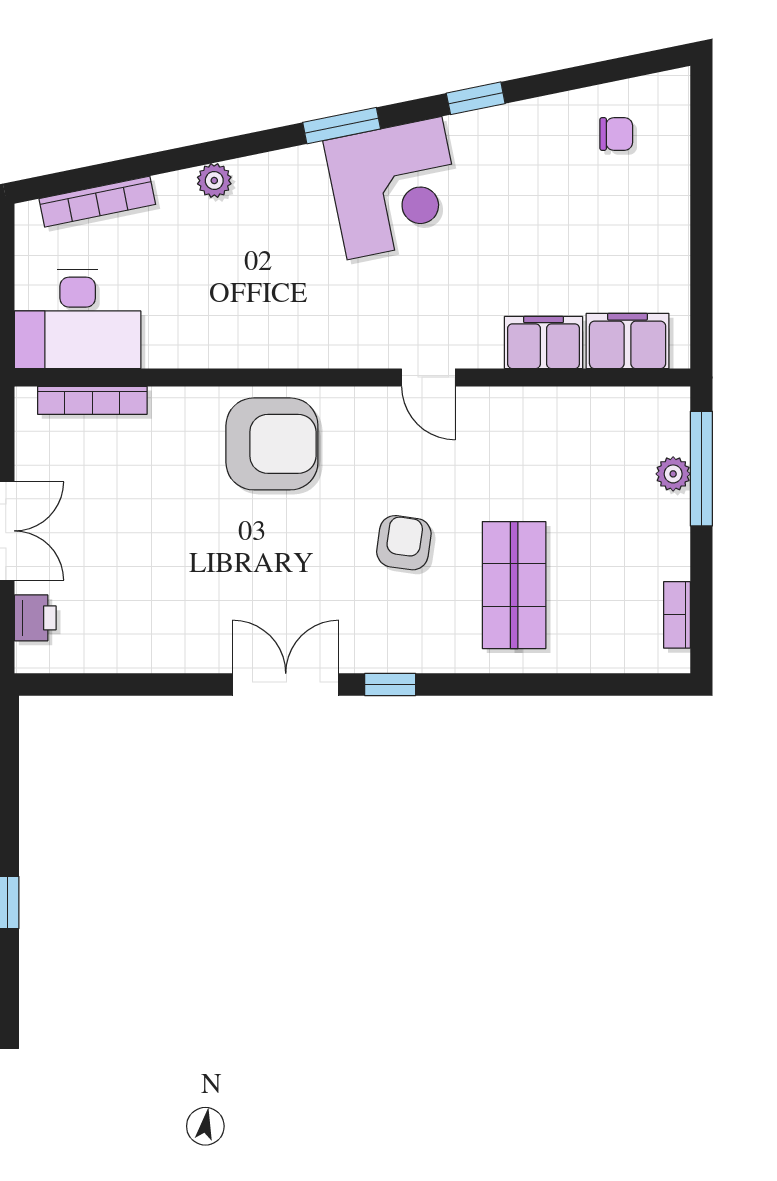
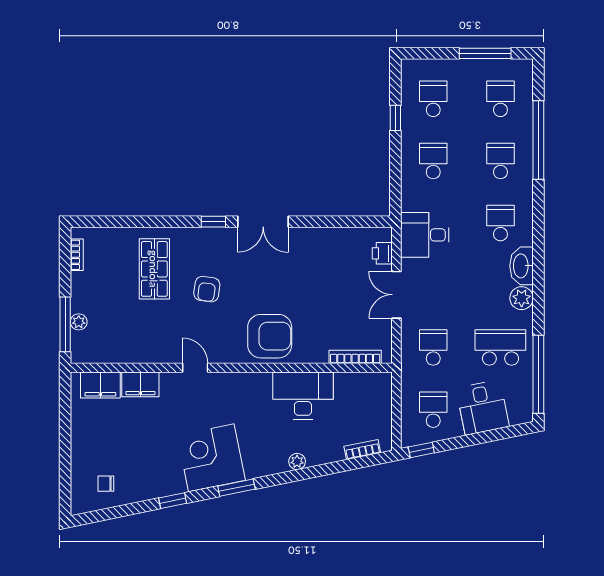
bookcase: (97, 202) -> (362, 450), width x0.64
desk: (78, 319) -> (303, 396), moved
armchair: (272, 444) -> (270, 336), turned 180

